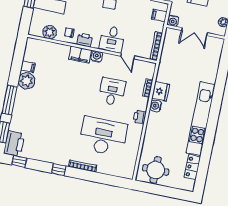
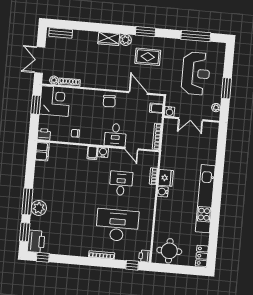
plant: (50, 32) -> (57, 135), removed
printer: (85, 40) -> (44, 134), moved
filing cabinet: (80, 55) -> (92, 153), width x0.50
filing cabinet: (28, 67) -> (42, 151), moved, width x2.00
plant: (27, 81) -> (39, 208), moved
printer: (140, 117) -> (144, 256), moved
locker: (192, 167) -> (202, 256), moved
window: (59, 170) -> (132, 265), moved

